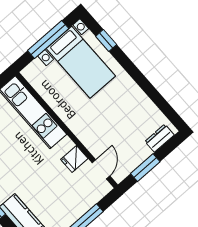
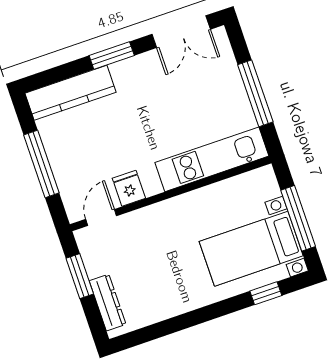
dresser: (159, 138) -> (108, 303), width x1.44
door: (101, 169) -> (101, 218), swing flipped

